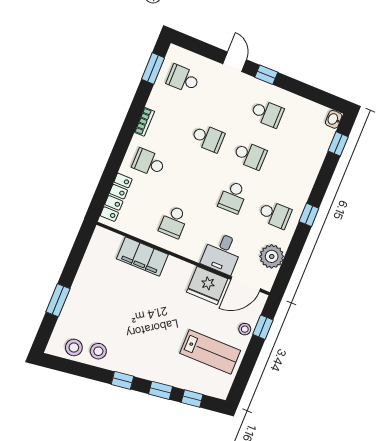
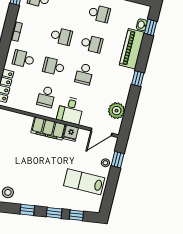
washbasin: (334, 119) -> (142, 25), moved
piano: (307, 171) -> (132, 49), added
school desk: (275, 214) -> (54, 67), moved, turned 180
desk: (222, 253) -> (70, 110), moved
filing cabinet: (142, 257) -> (48, 128), moved
fridge: (207, 285) -> (71, 133), width x0.53, depth x0.75
lab bench: (210, 352) -> (84, 182), turned 180

